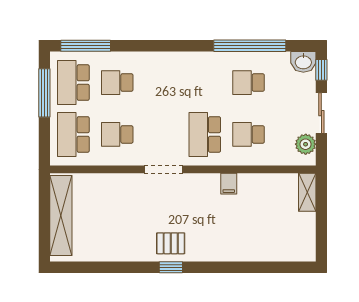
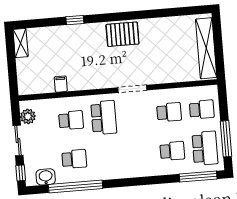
washbasin: (303, 62) -> (46, 177), moved
school desk: (73, 134) -> (202, 109), width x0.54
filing cabinet: (229, 184) -> (61, 84), moved
shelving: (307, 192) -> (21, 43), moved
pallet: (171, 243) -> (122, 34), width x1.50, depth x1.42
window: (171, 267) -> (75, 20), moved

